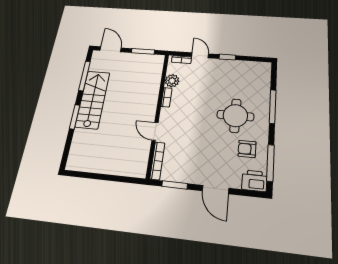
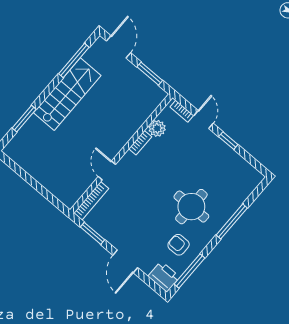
window: (75, 117) -> (24, 119), moved

